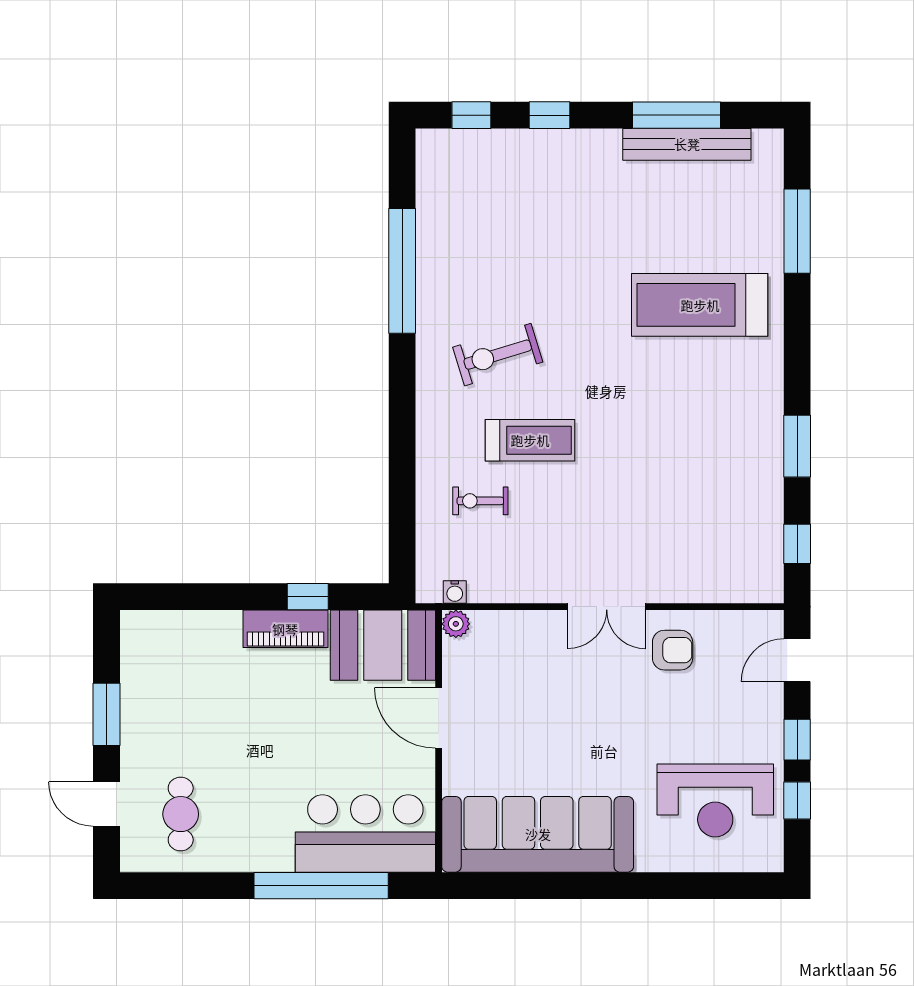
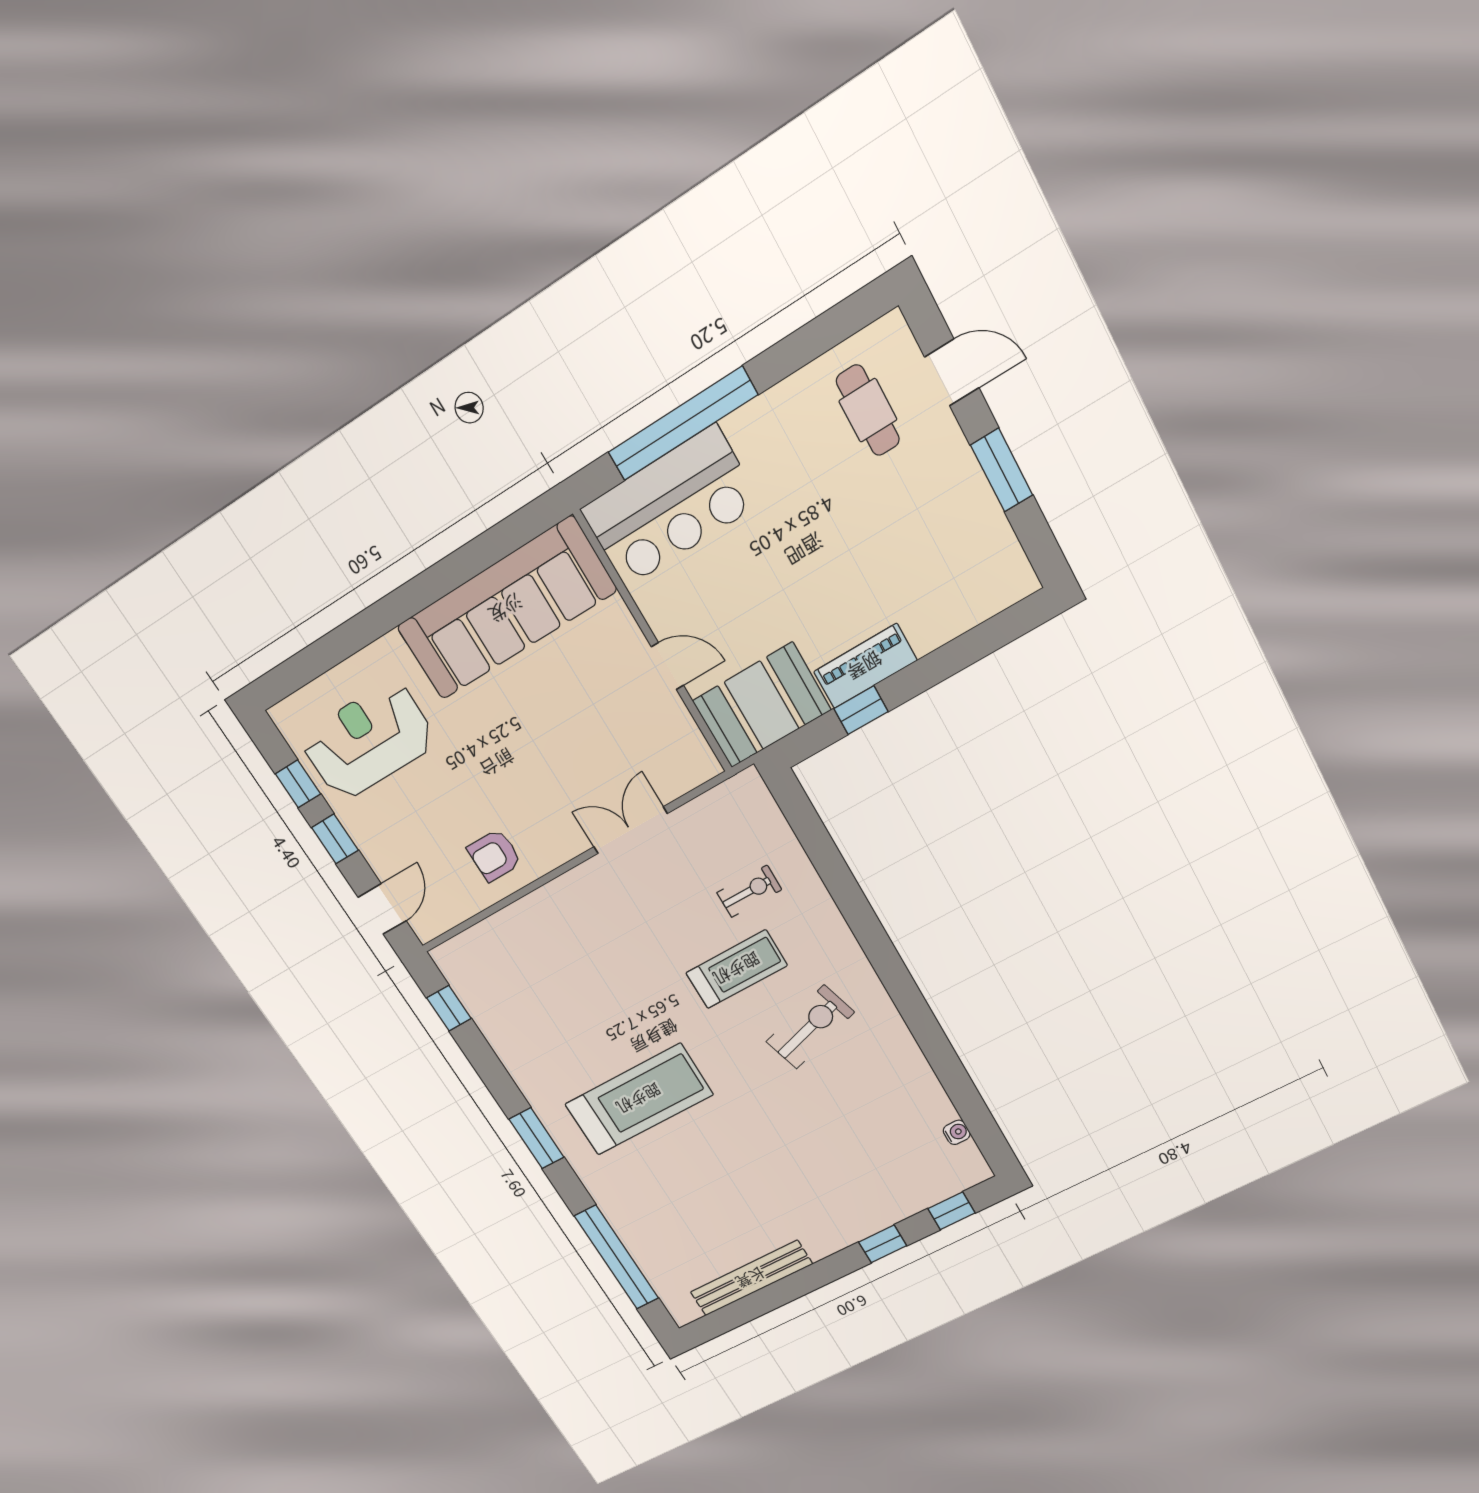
window: (677, 115) -> (774, 1296), removed
window: (797, 231) -> (617, 1257), width x1.46
window: (402, 271) -> (939, 1053), removed
treadmill: (700, 305) -> (639, 1099), moved
treadmill: (530, 440) -> (737, 969), turned 180
window: (797, 446) -> (536, 1138), moved
water cooler: (455, 592) -> (957, 1132), moved, turned 90
double door: (607, 607) -> (630, 830), moved
plant: (456, 624) -> (705, 766), removed
door: (439, 718) -> (667, 666), width x0.73

